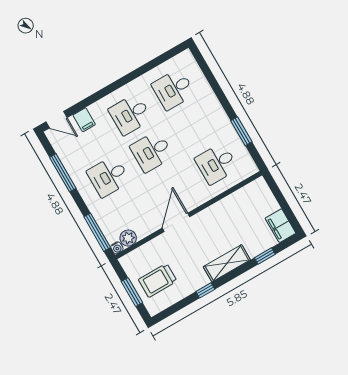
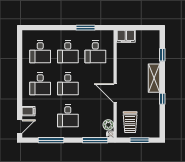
desk: (195, 126) -> (68, 52), added
filing cabinet: (280, 226) -> (126, 36), moved
trolley: (158, 280) -> (130, 122), moved

